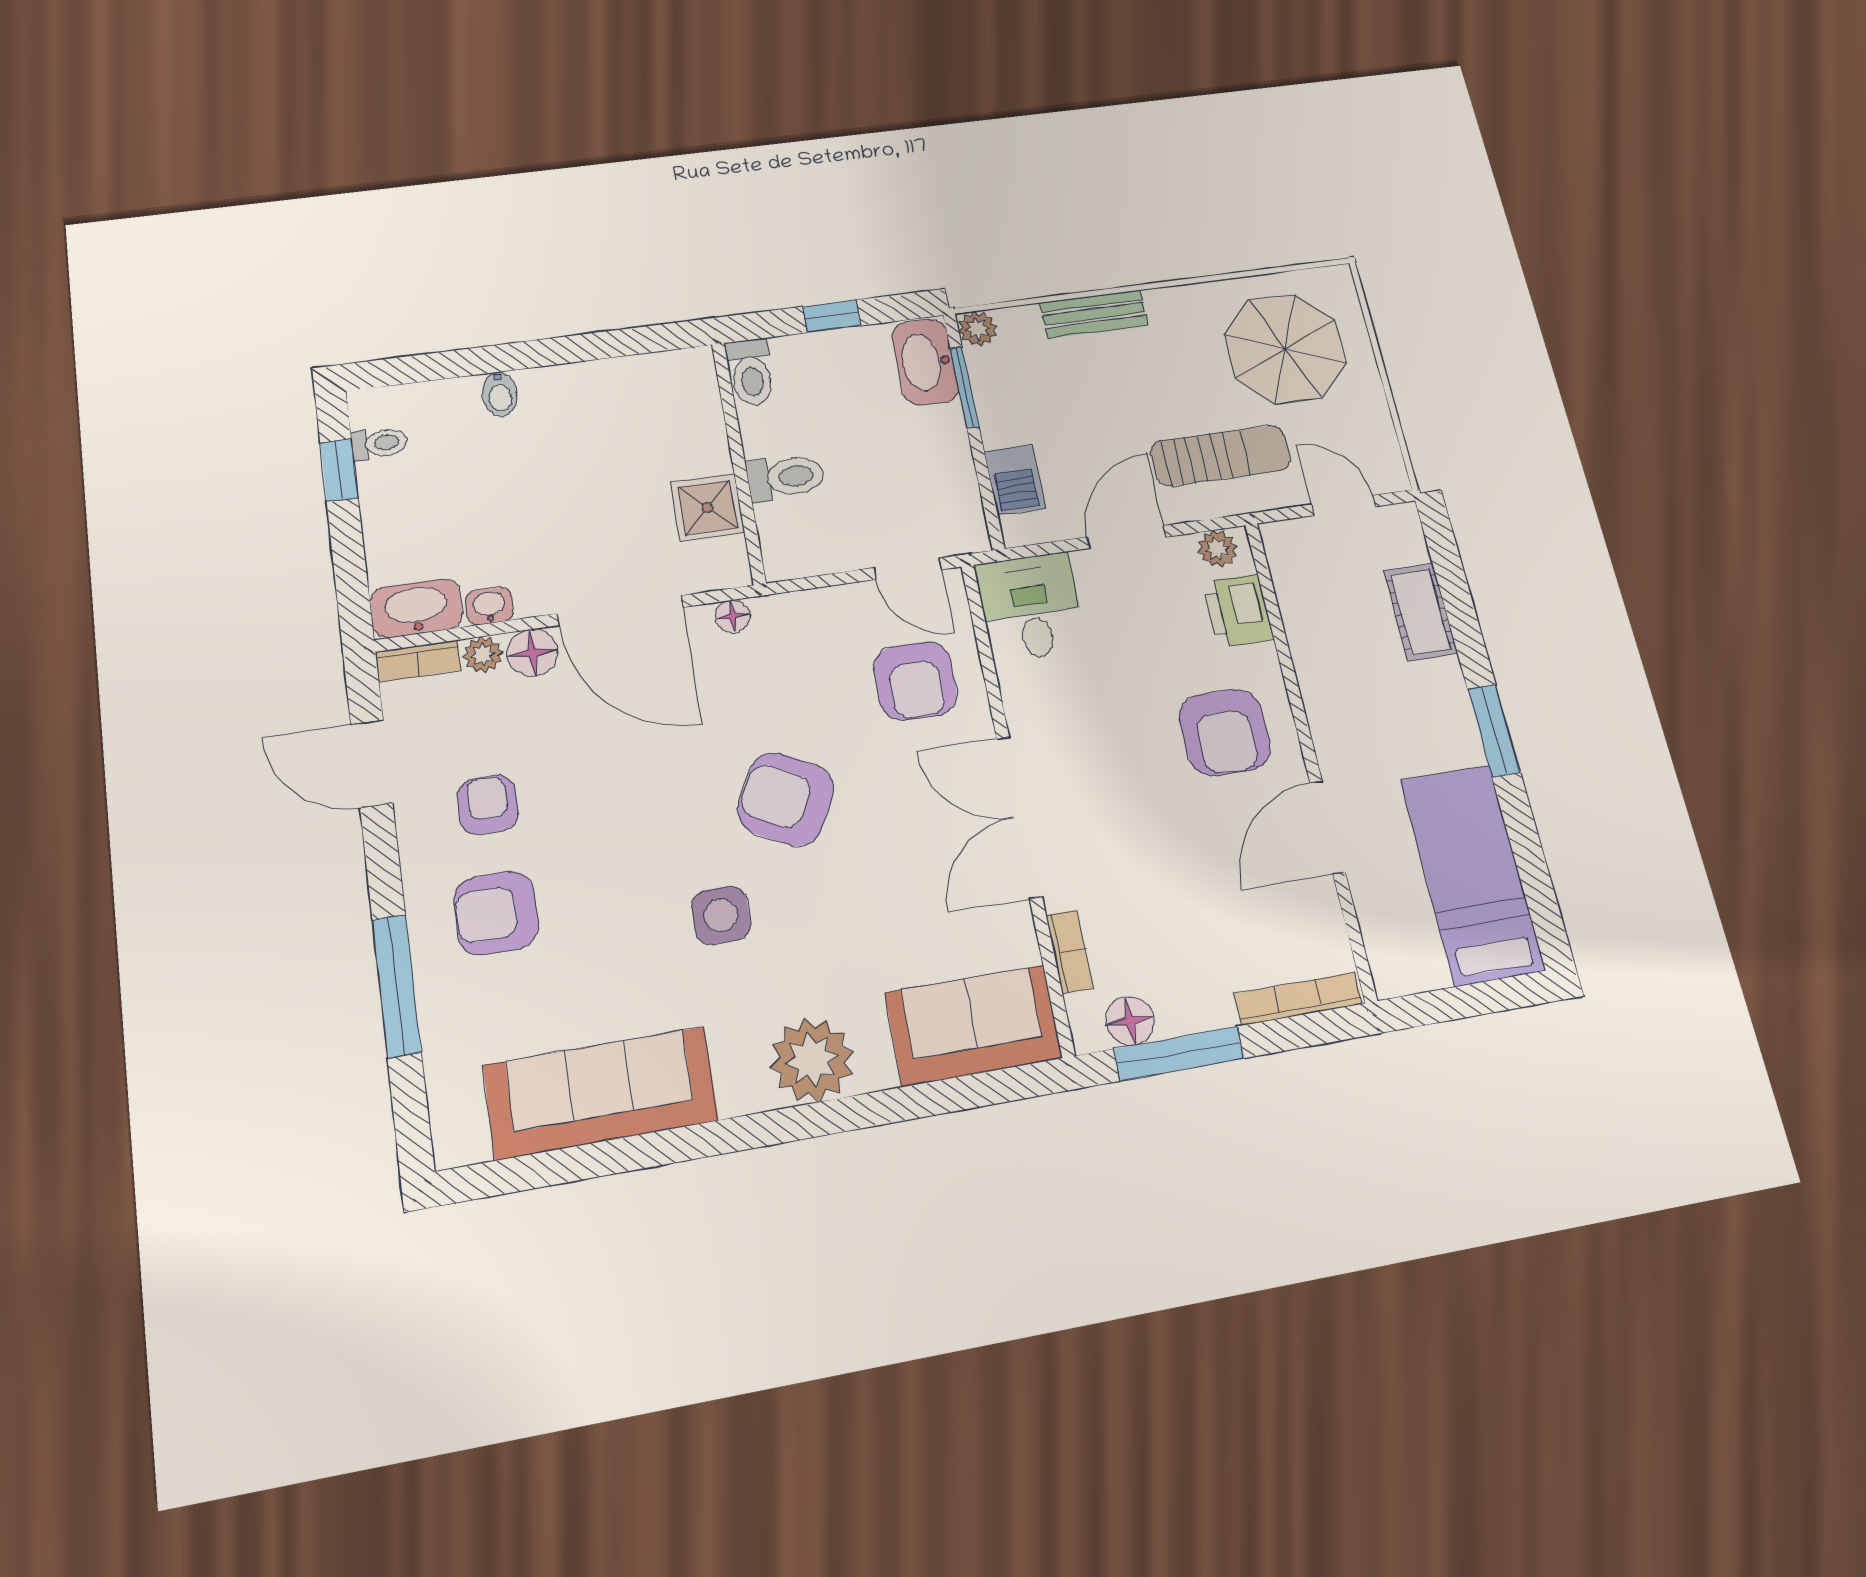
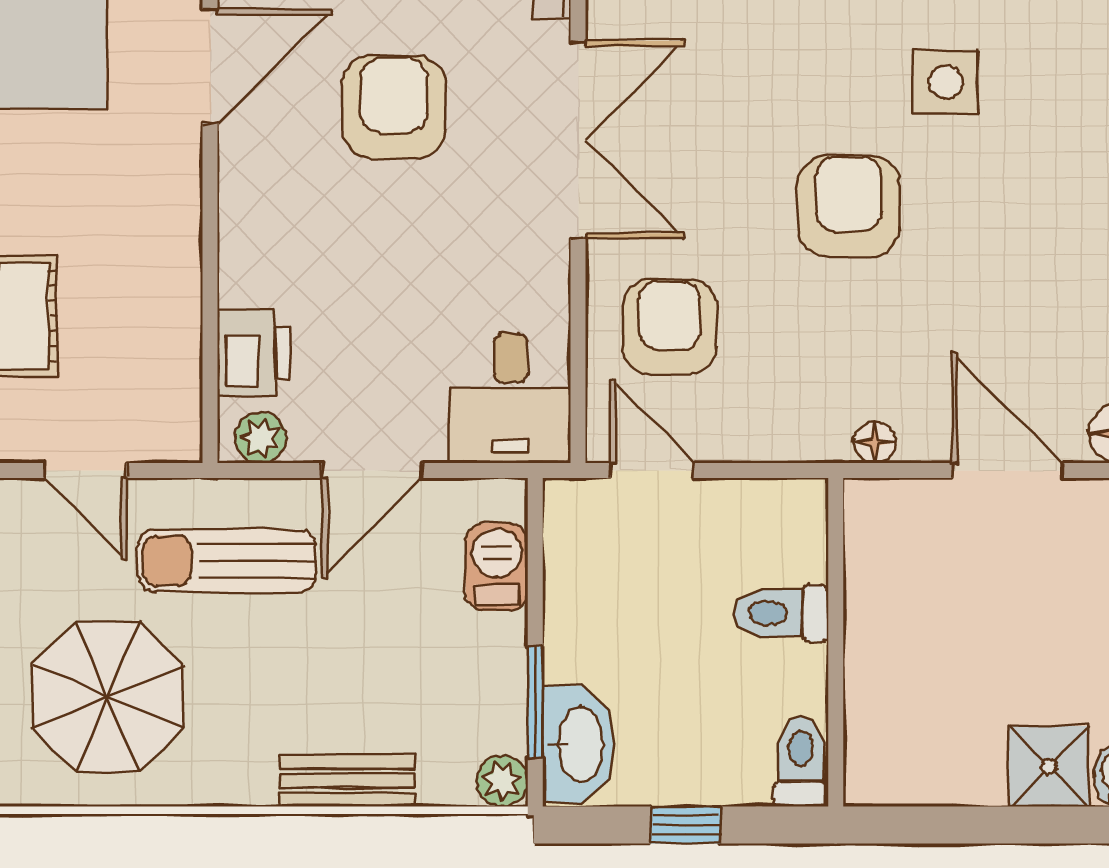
shower: (707, 508) -> (1049, 766), moved
door: (620, 610) -> (1008, 470), width x0.73
armchair: (1225, 732) -> (394, 107), moved
armchair: (786, 799) -> (849, 206), turned -118

